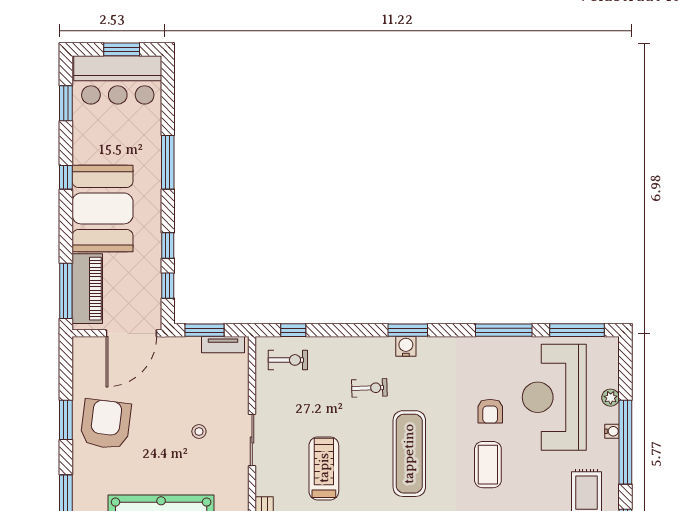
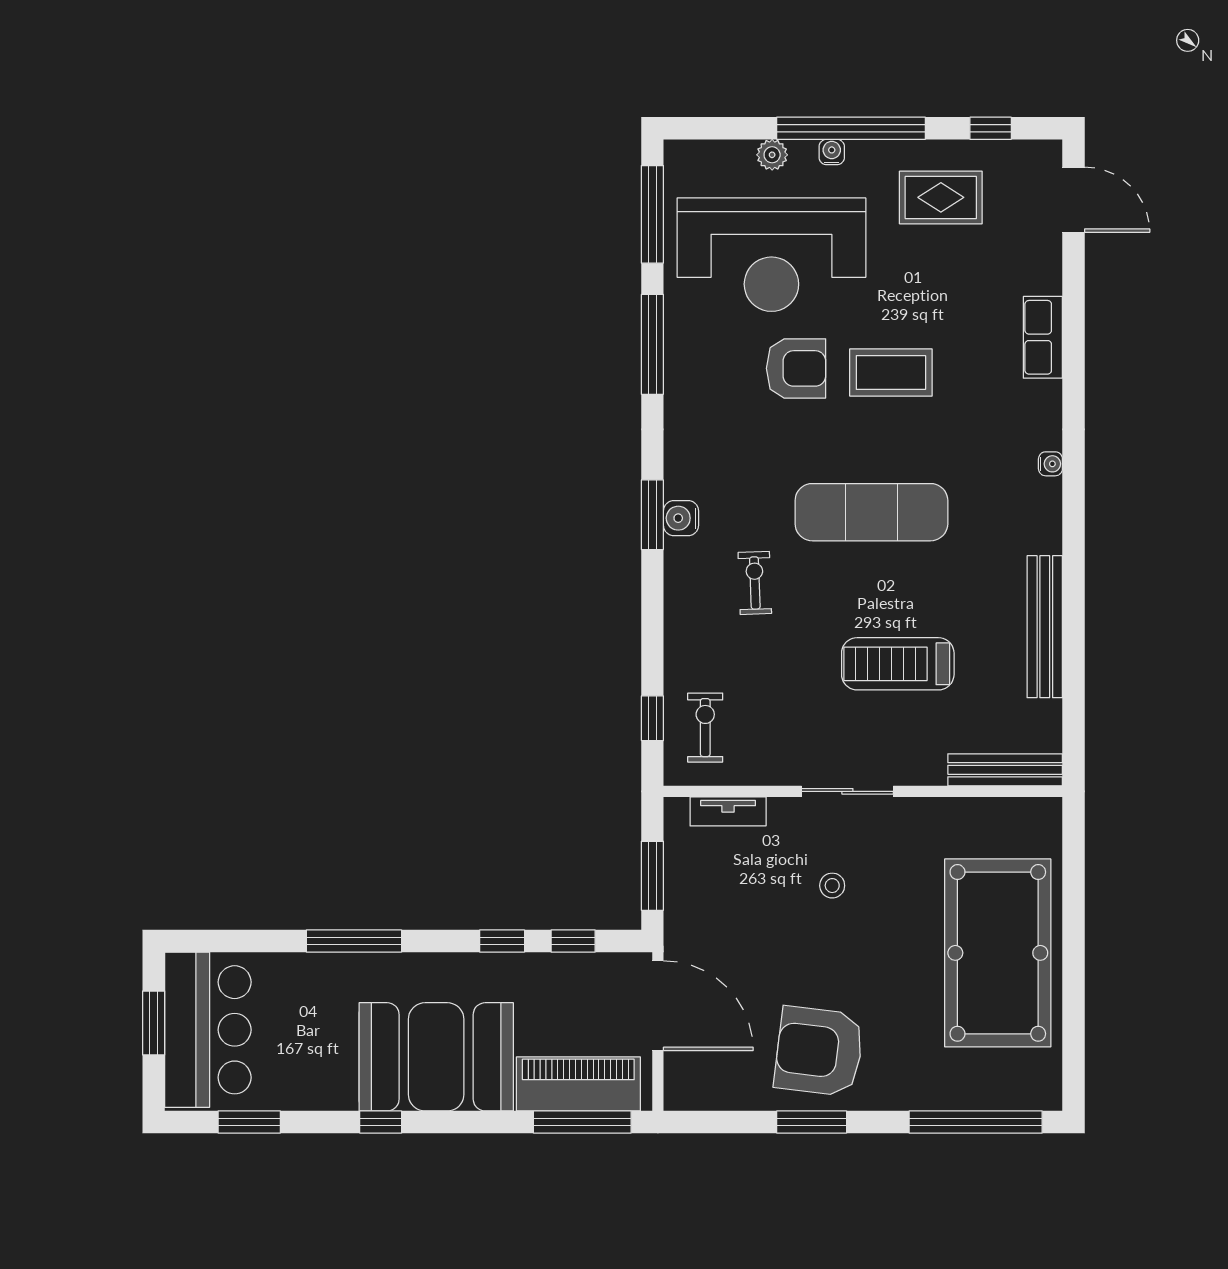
tv unit: (223, 345) -> (728, 811), moved, turned 90
armchair: (490, 411) -> (796, 368), width x1.38, depth x1.38

